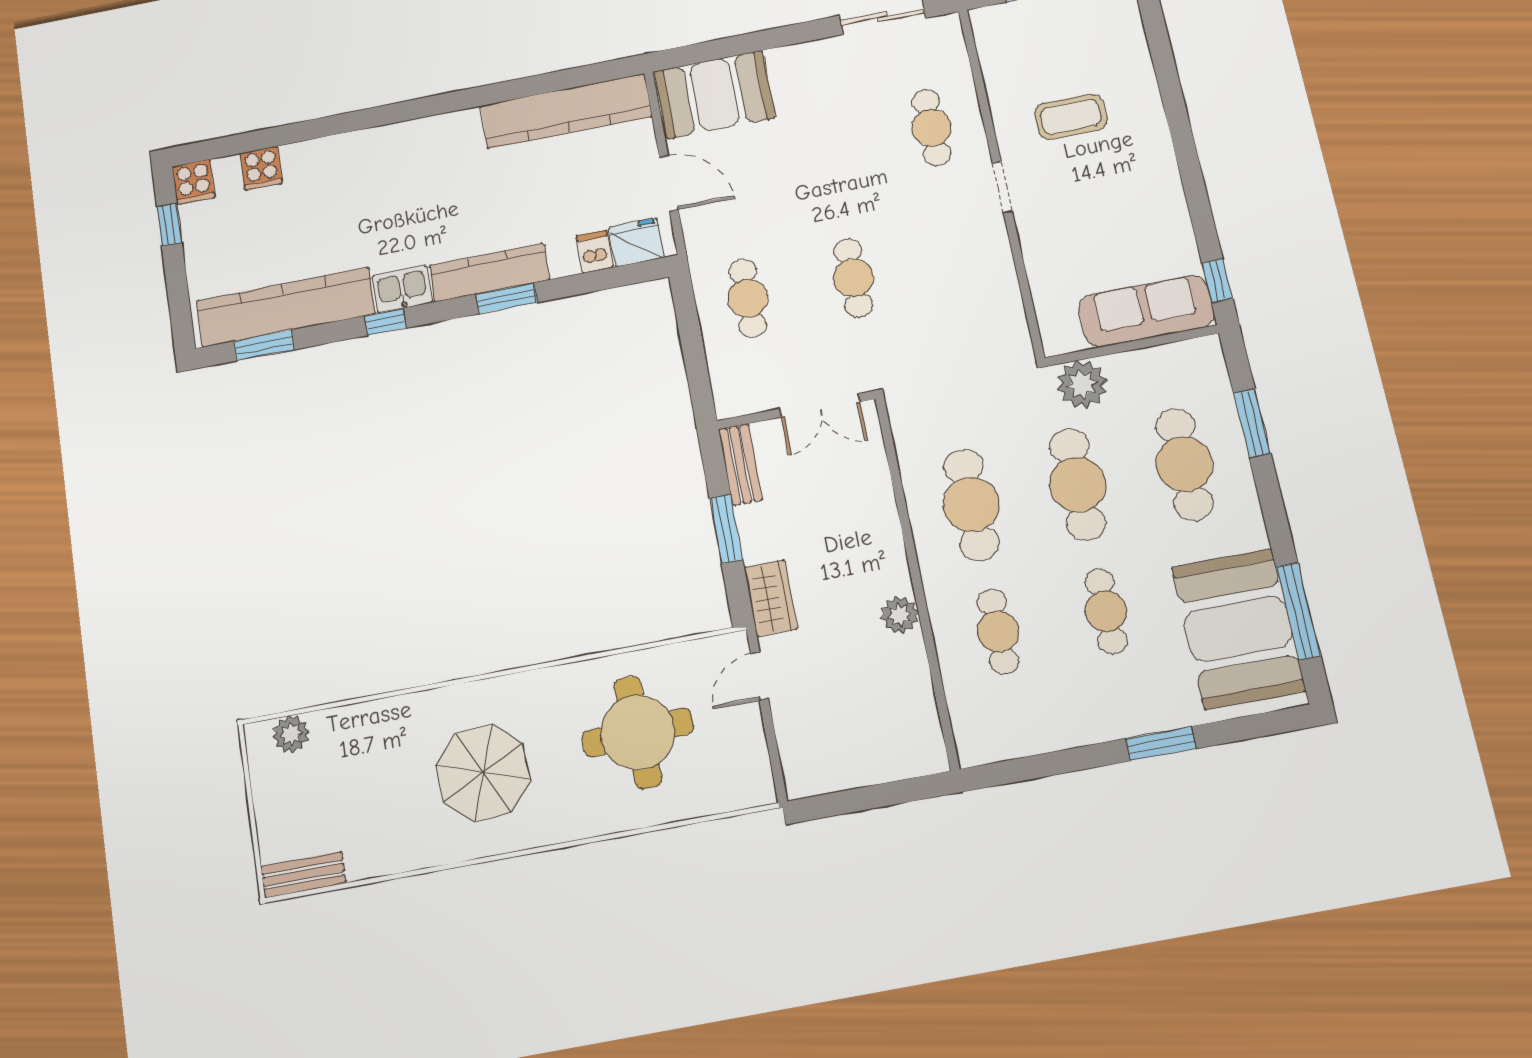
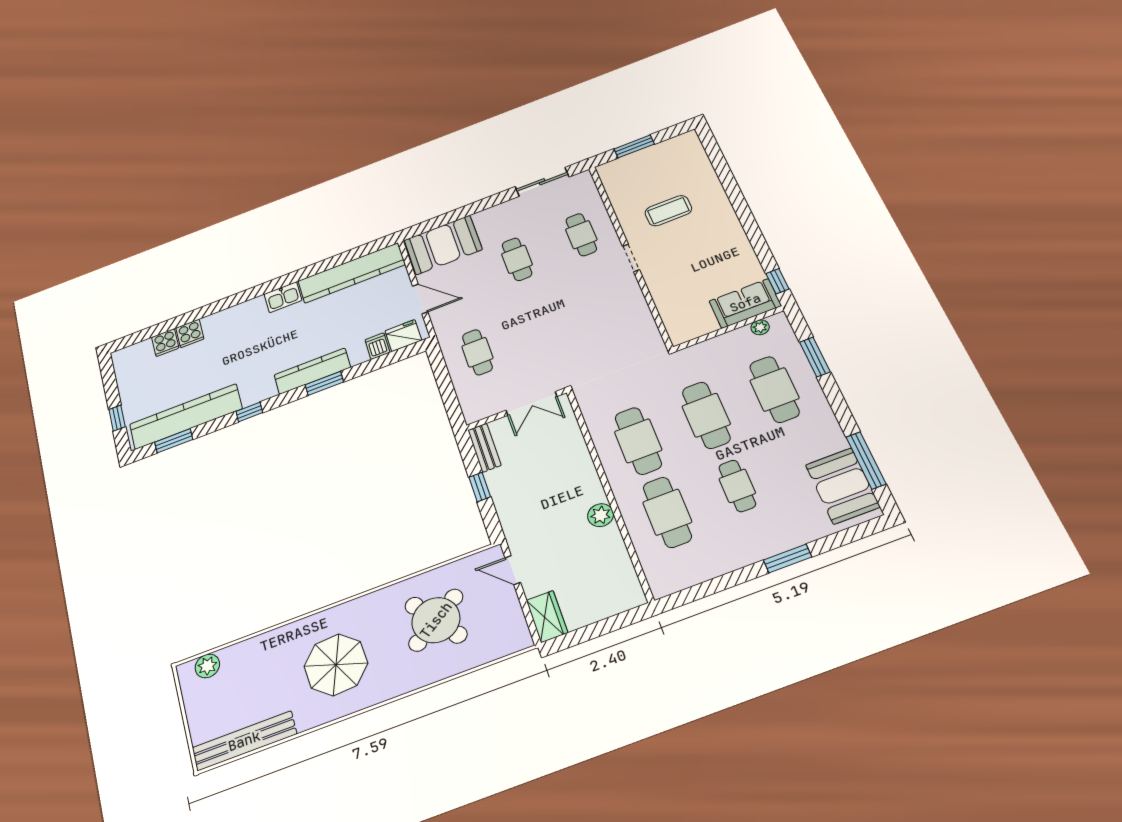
cooker: (193, 182) -> (190, 333), moved
window: (169, 225) -> (117, 418), moved
cafe table: (853, 278) -> (517, 259), moved
kitchen sink: (402, 289) -> (283, 297), moved, turned 180
sofa: (1146, 311) -> (745, 303), width x0.73
plant: (1082, 384) -> (760, 327), moved, width x0.53, depth x0.53
window: (726, 529) -> (480, 487), width x0.67
wardrobe: (771, 598) -> (547, 617), moved
booth: (1238, 629) -> (843, 486), width x0.73, depth x0.70
cafe table: (998, 631) -> (667, 512), width x1.37, depth x1.35
door: (760, 676) -> (513, 570), hinge flipped
round table: (638, 732) -> (436, 620), turned -32
bench: (303, 875) -> (244, 741), width x1.86, depth x1.21

